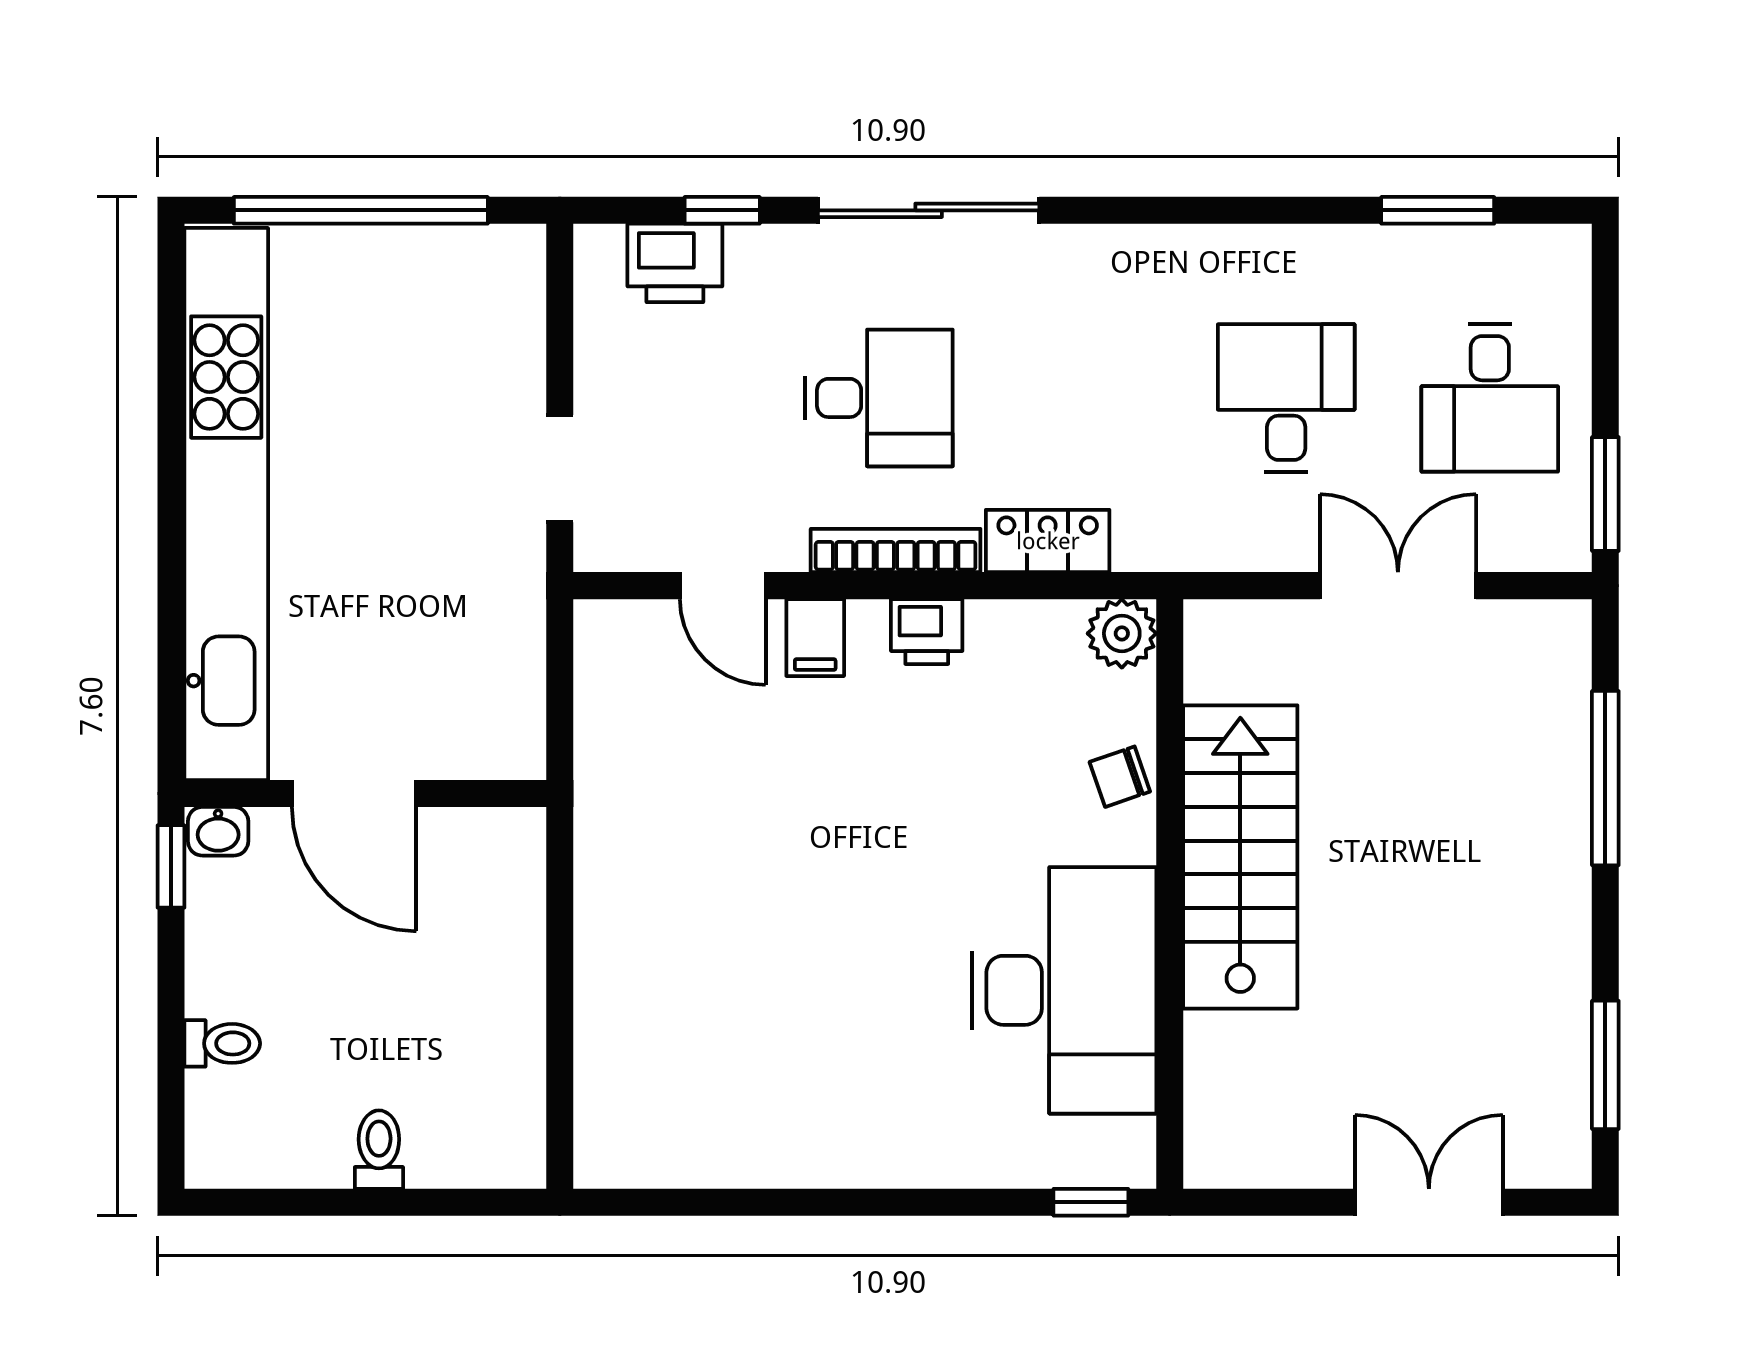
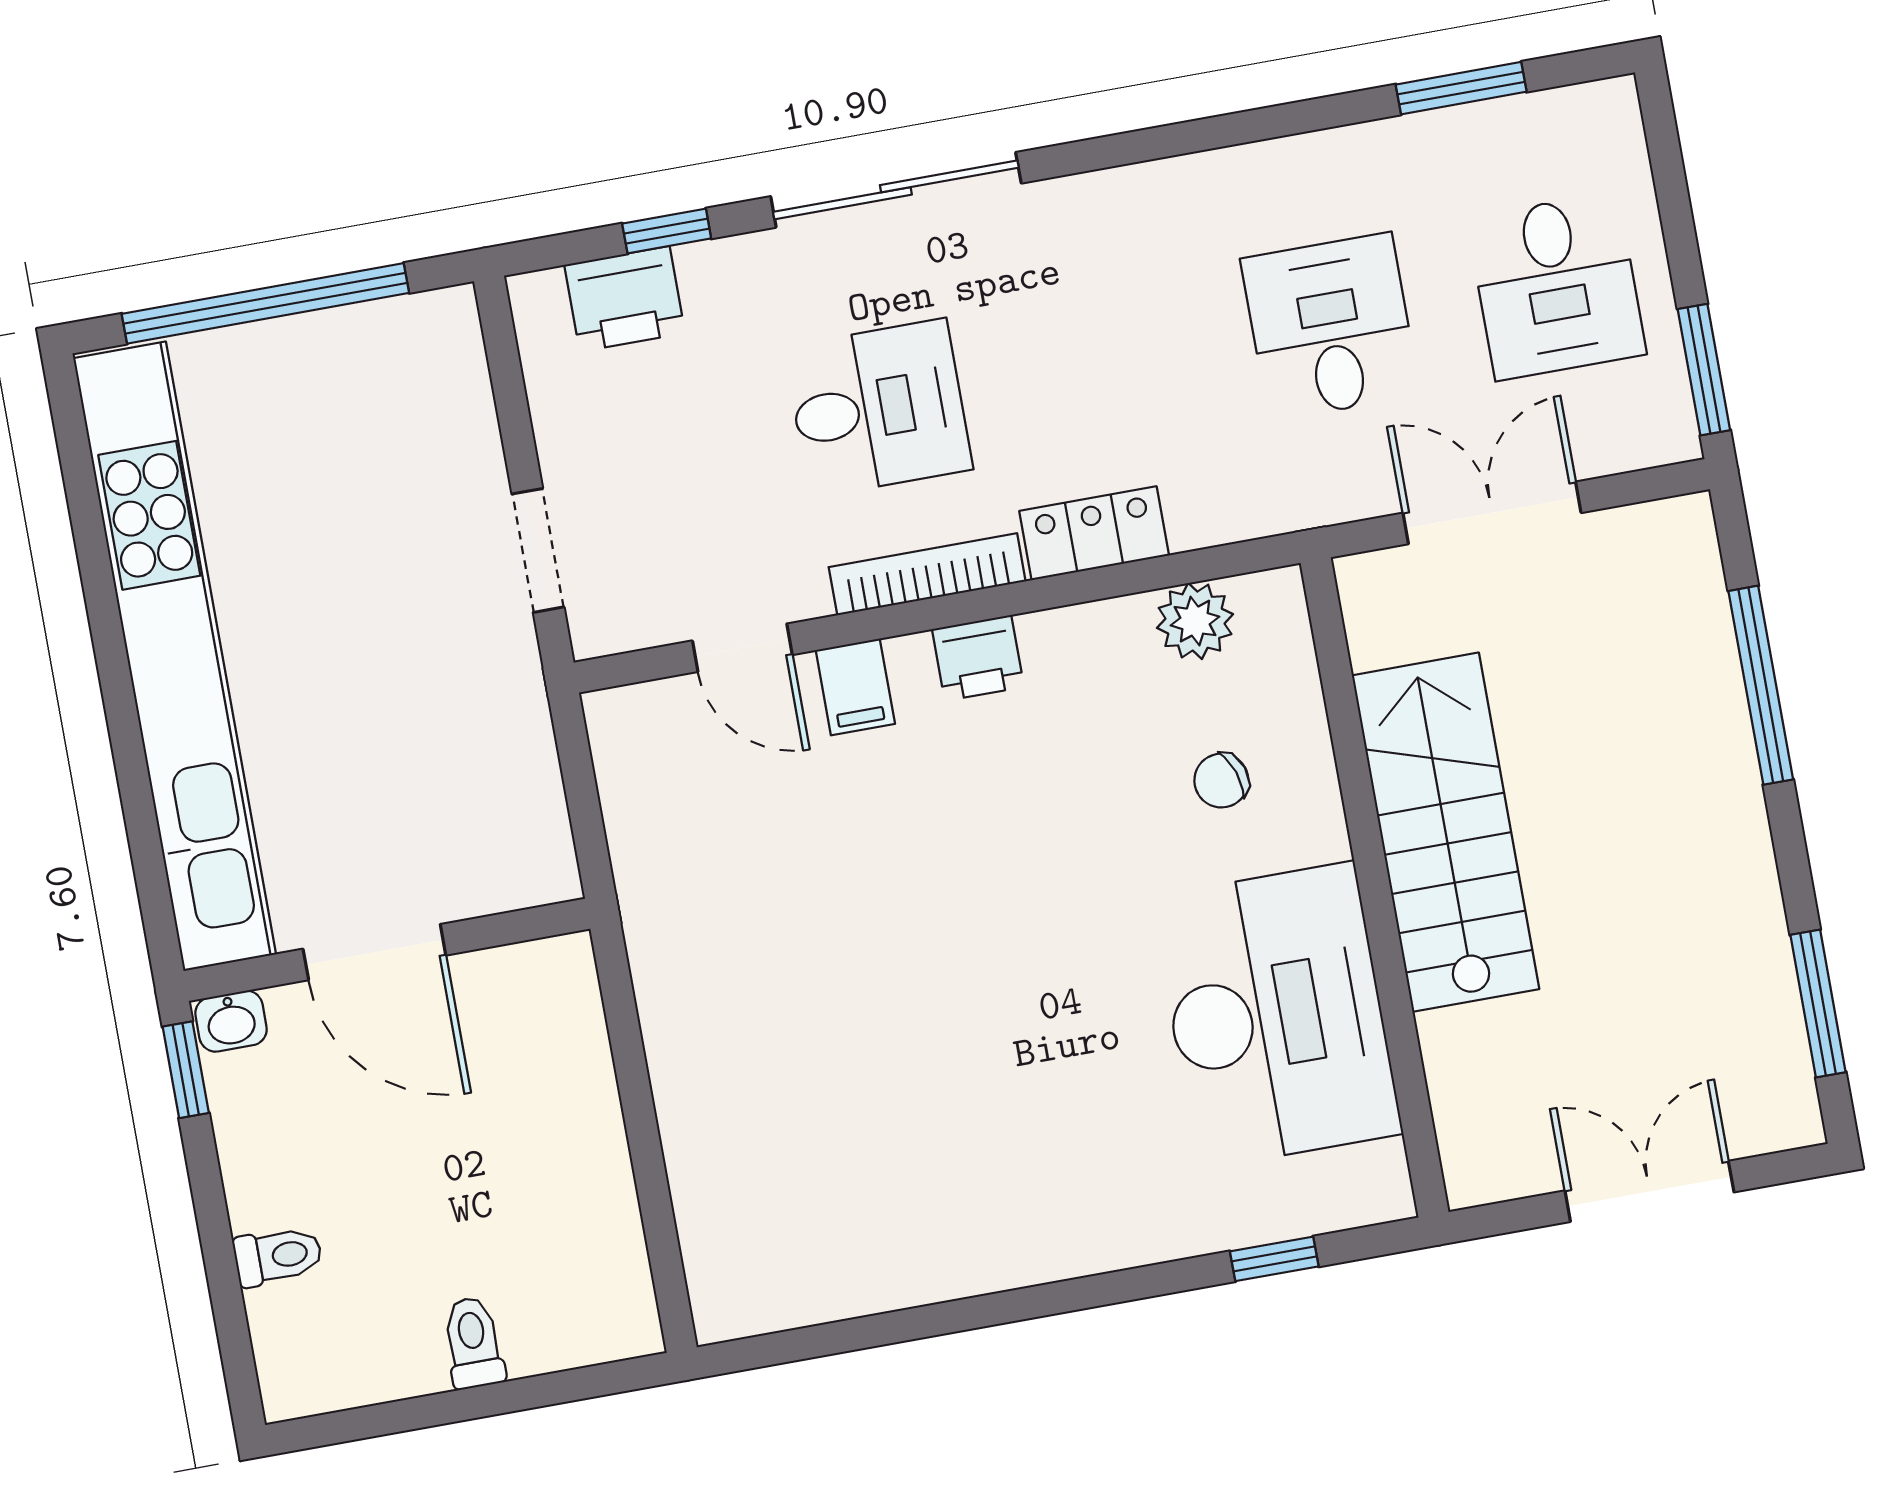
stairs: (1240, 857) -> (1446, 832), moved
wall: (1170, 894) -> (1375, 887), moved
desk: (1064, 990) -> (1276, 1015), moved

